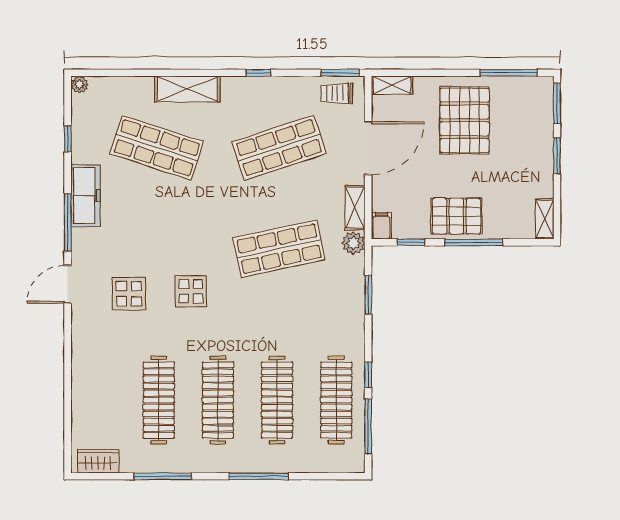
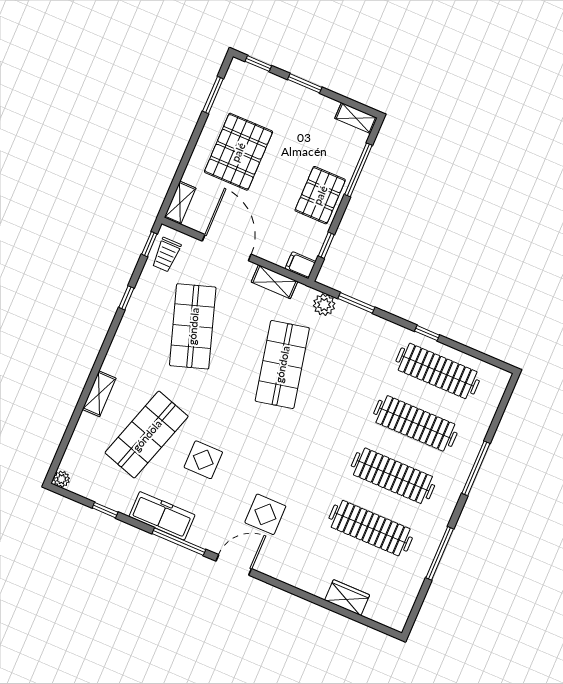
window: (258, 73) -> (126, 298), moved
window: (340, 73) -> (149, 244), width x0.67
window: (508, 73) -> (213, 95), width x0.69
shelving: (187, 89) -> (99, 394), width x0.67, depth x0.75
window: (557, 103) -> (258, 64), width x0.67
pallet: (465, 120) -> (238, 152), turned 90
window: (474, 242) -> (358, 170), moved
plant: (353, 243) -> (324, 305), moved
door: (68, 284) -> (234, 565), swing flipped
display table: (191, 291) -> (203, 460), moved
window: (368, 427) -> (473, 353), removed
wardrobe: (98, 461) -> (347, 598), moved, turned 90

